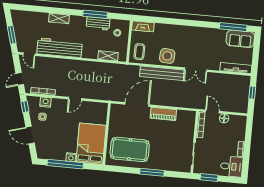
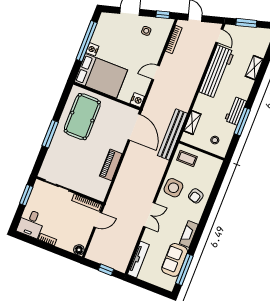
shelving: (59, 18) -> (254, 68), moved
workbench: (98, 23) -> (236, 111), moved
fireplace: (143, 26) -> (189, 234), moved
armchair: (169, 35) -> (196, 196), added
sofa: (240, 39) -> (175, 260), moved
door: (29, 54) -> (219, 36), swing flipped
double door: (196, 70) -> (149, 215), swing flipped
bench: (162, 73) -> (172, 134), moved
door: (75, 99) -> (156, 73), hinge flipped
nightstand: (46, 102) -> (137, 100), moved
door: (137, 105) -> (134, 127), moved
floor lamp: (224, 118) -> (79, 250), moved

